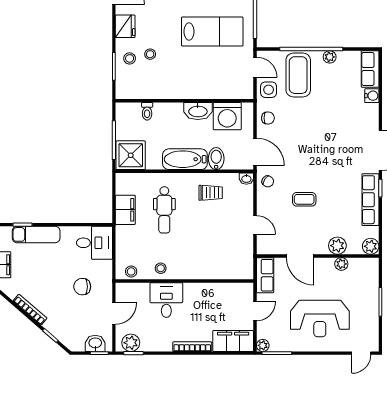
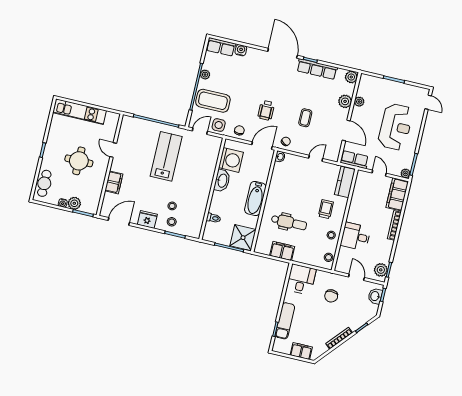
wheelchair: (302, 147) -> (266, 110), added
bidet: (216, 159) -> (260, 175), removed
trolley: (211, 193) -> (326, 209), moved
door: (300, 256) -> (346, 131), hinge flipped
kitchen counter: (233, 270) -> (345, 182), added

